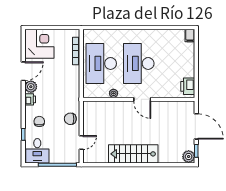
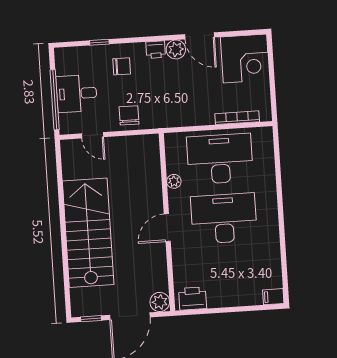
desk: (37, 151) -> (77, 93), moved
stairs: (133, 154) -> (88, 233), width x1.36, depth x1.51
plant: (189, 157) -> (160, 302), moved

